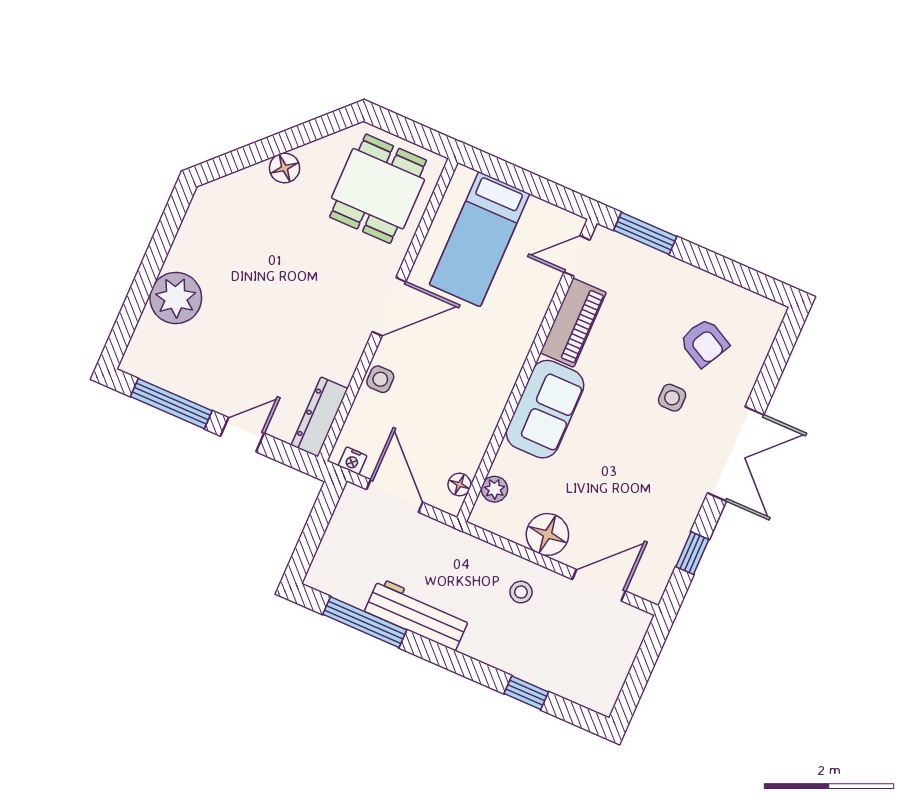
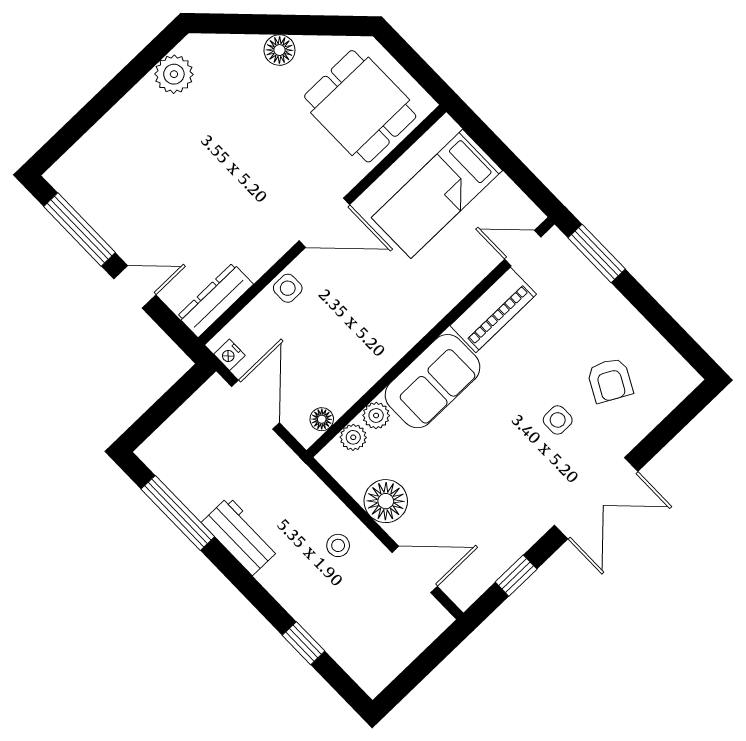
dining table: (378, 189) -> (360, 106), turned 90
plant: (176, 298) -> (174, 74), moved, width x0.73, depth x0.73
plant: (507, 461) -> (376, 416), added
workbench: (417, 614) -> (240, 536), width x0.73

